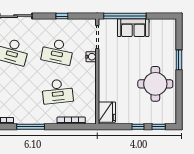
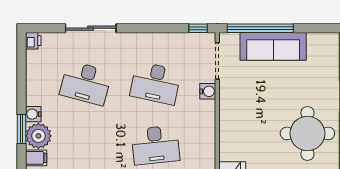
window: (62, 16) -> (198, 28), moved
sofa: (133, 28) -> (273, 46), width x1.36

